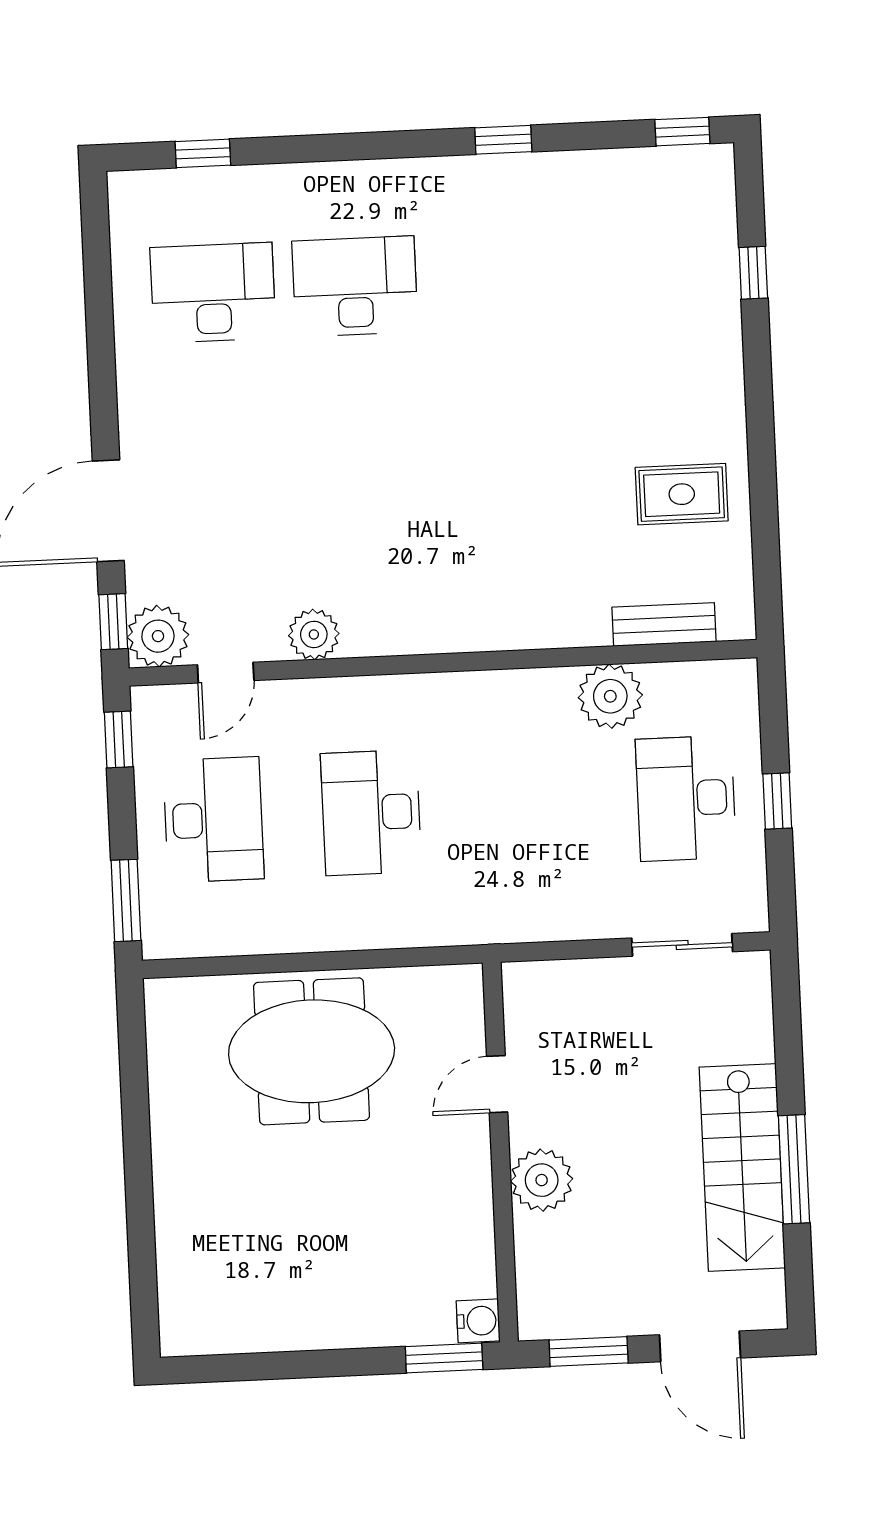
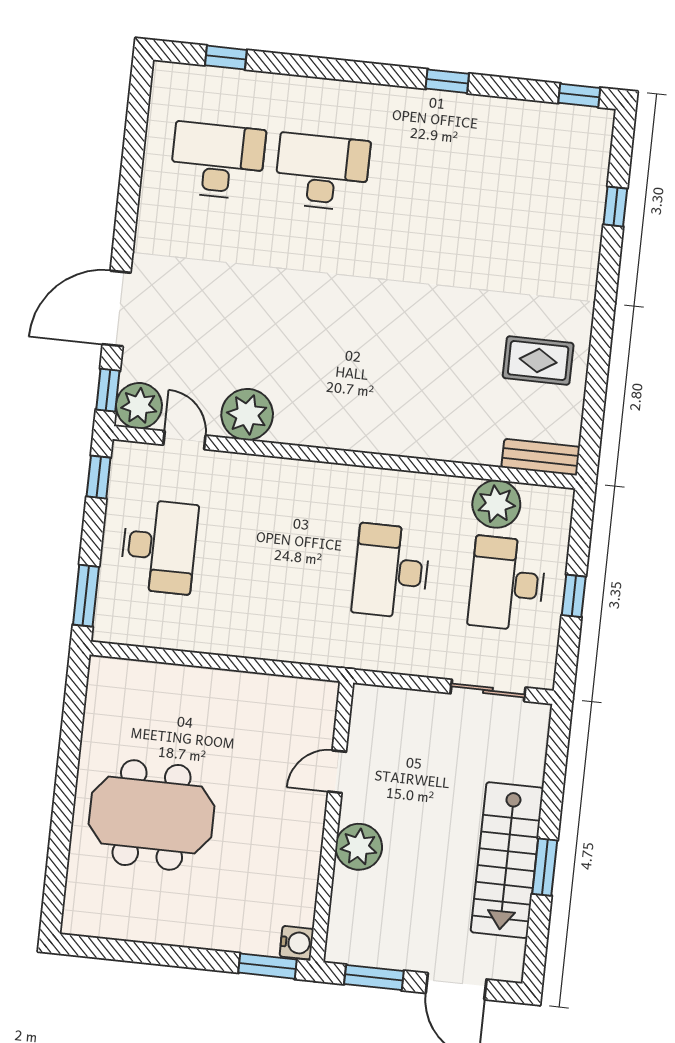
bench: (664, 624) -> (541, 457), moved
plant: (314, 634) -> (247, 414), width x1.36, depth x1.36
door: (226, 673) -> (184, 440), swing flipped
plant: (610, 696) -> (496, 504), moved
desk: (371, 813) -> (391, 571), moved
meeting table: (312, 1051) -> (152, 815), moved
window: (794, 1169) -> (545, 867), width x0.69

